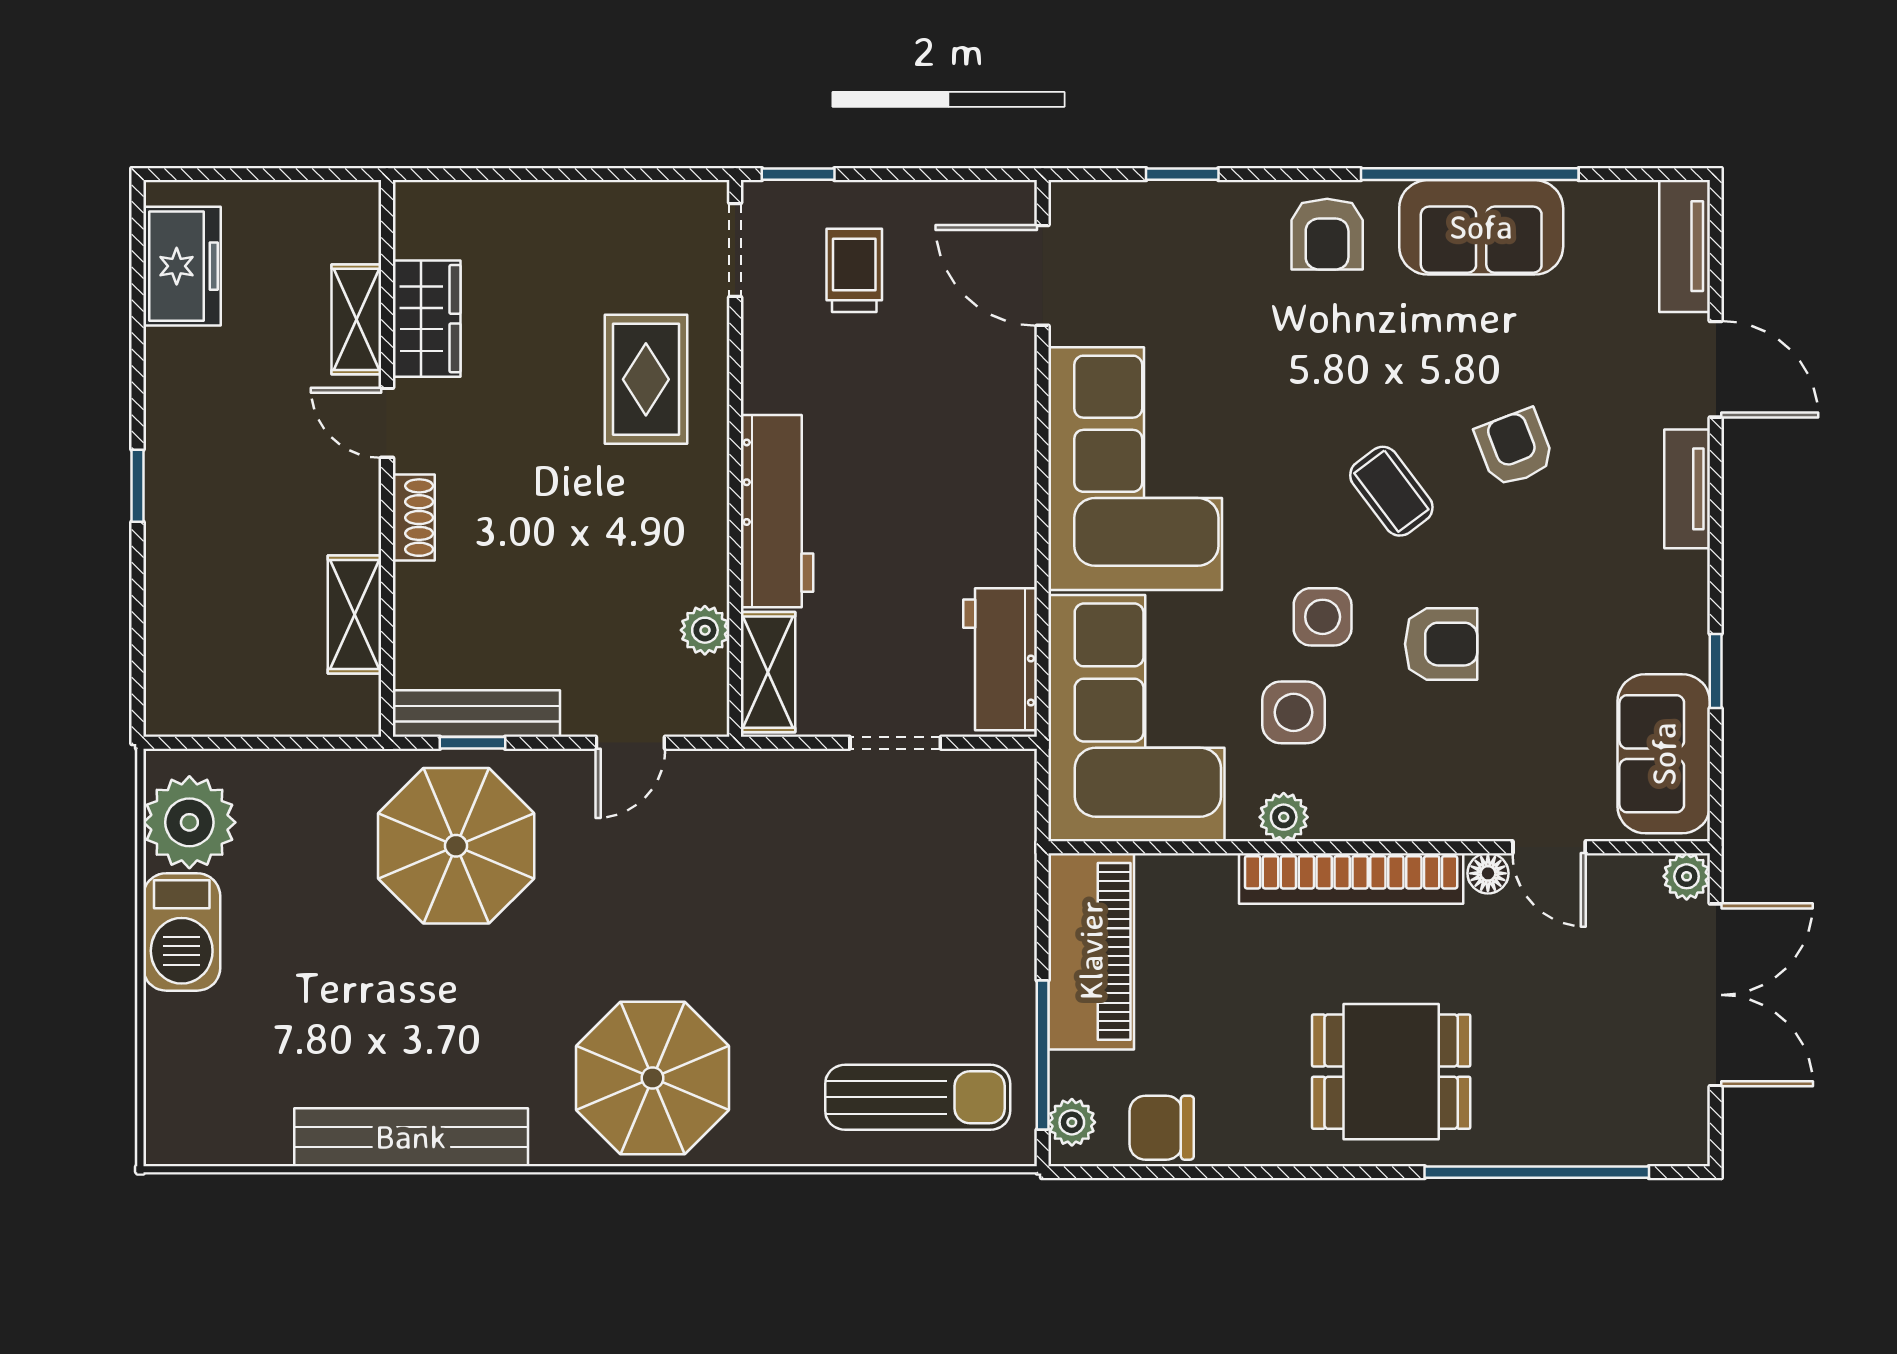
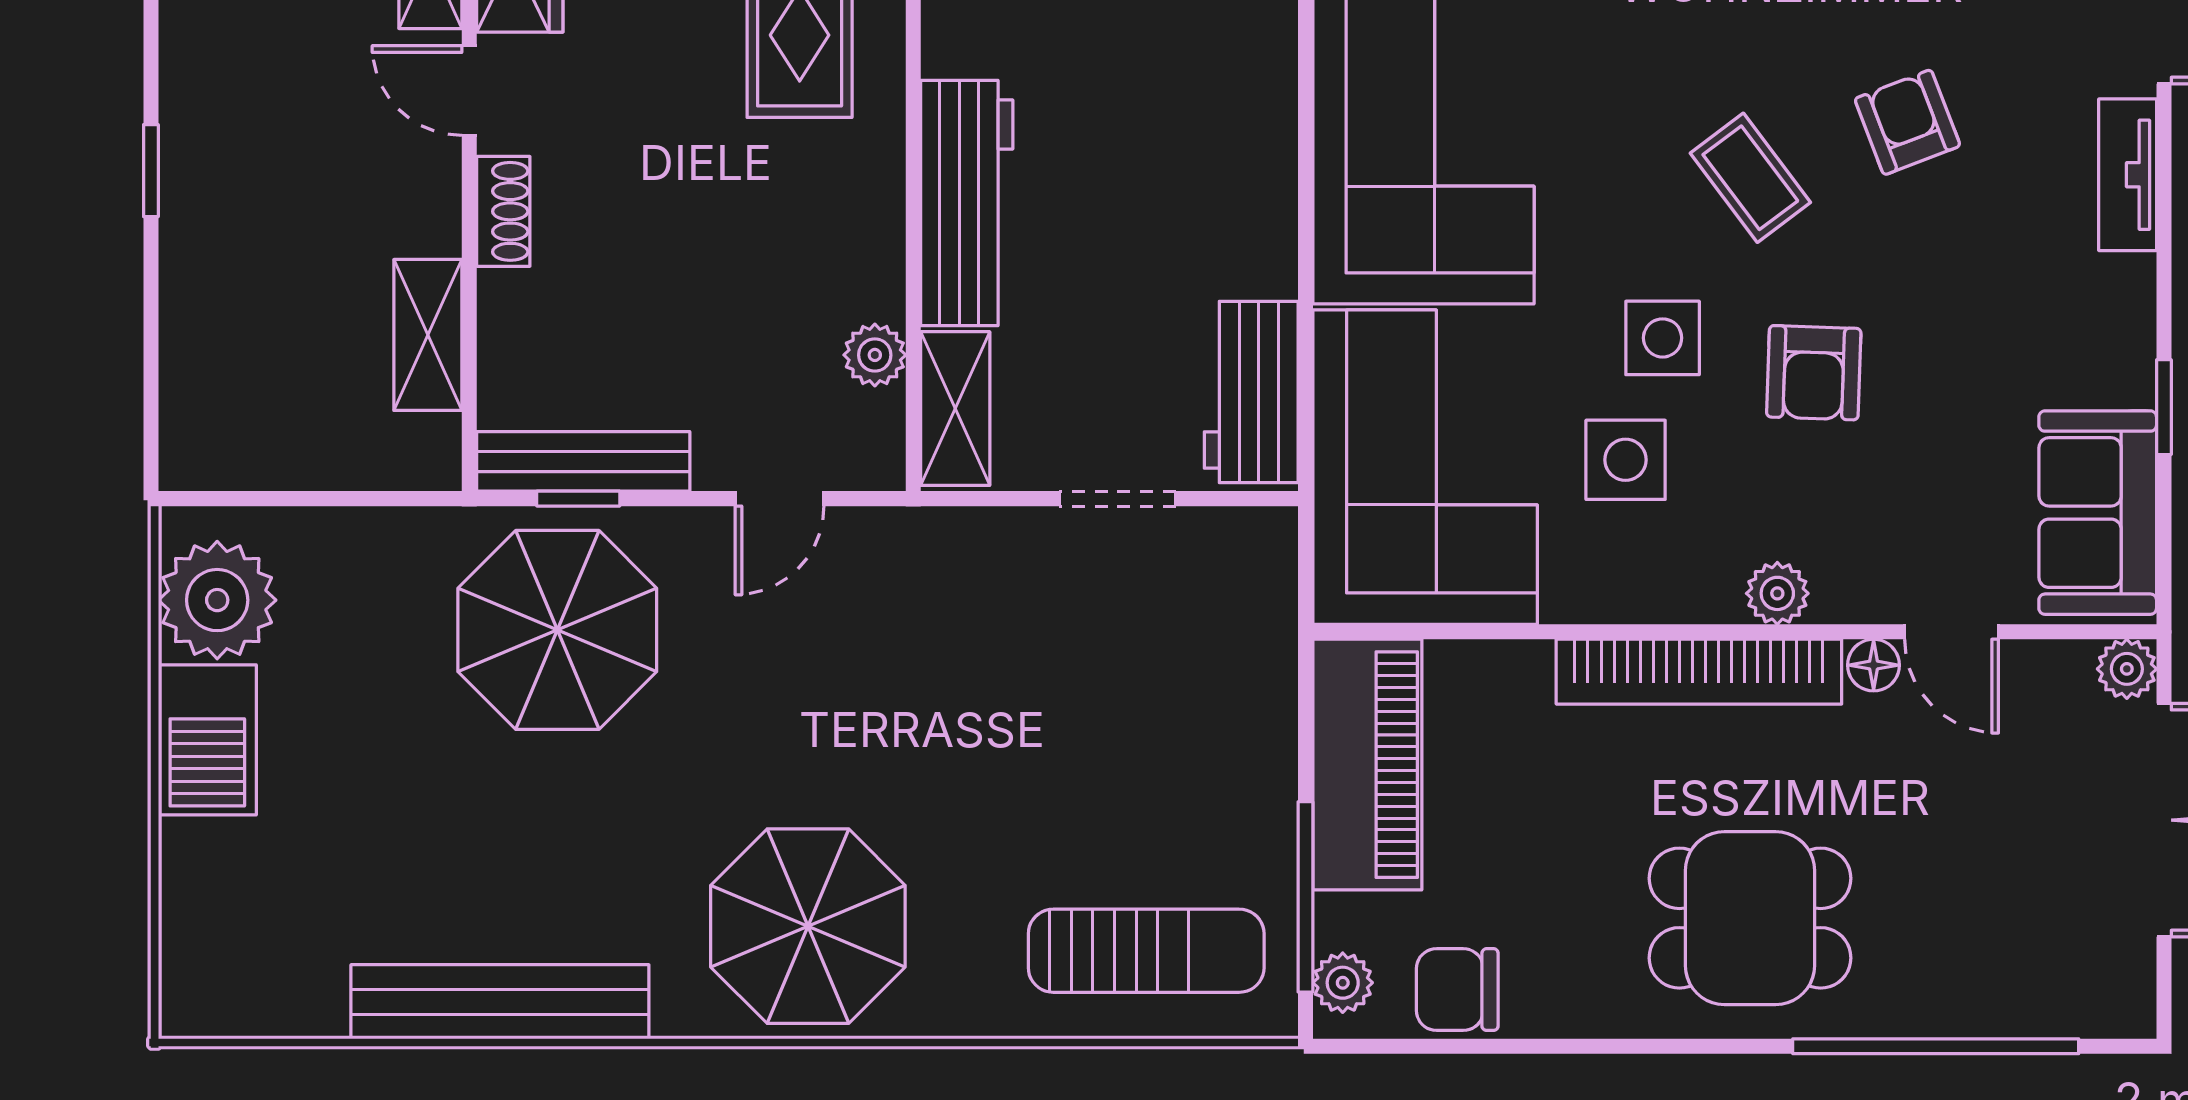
armchair: (1441, 644) -> (1814, 373), turned 92
plant: (1284, 817) -> (1777, 593), moved

